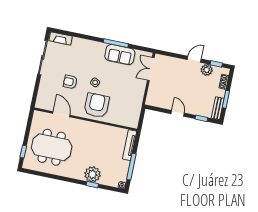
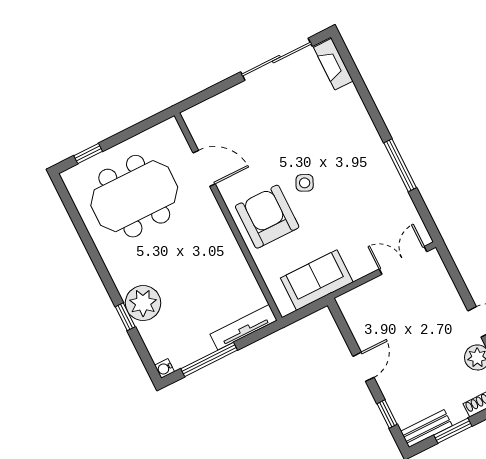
sofa: (120, 55) -> (317, 280), moved, turned 90
armchair: (70, 82) -> (272, 140), removed
armchair: (97, 105) -> (267, 217), turned -90
door: (61, 114) -> (204, 168), hinge flipped
meeting table: (52, 147) -> (134, 196), turned 90

